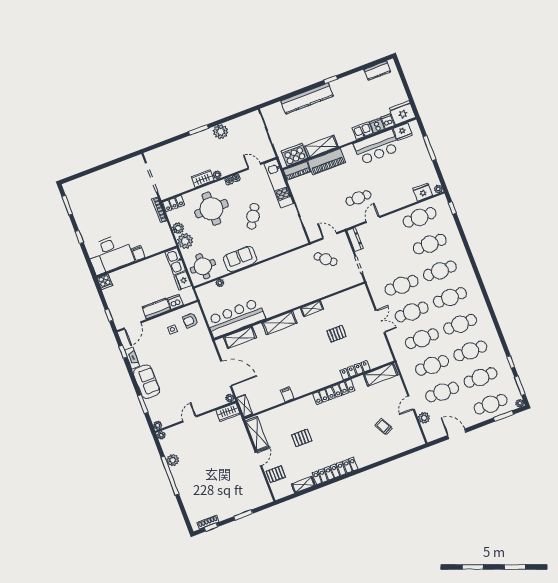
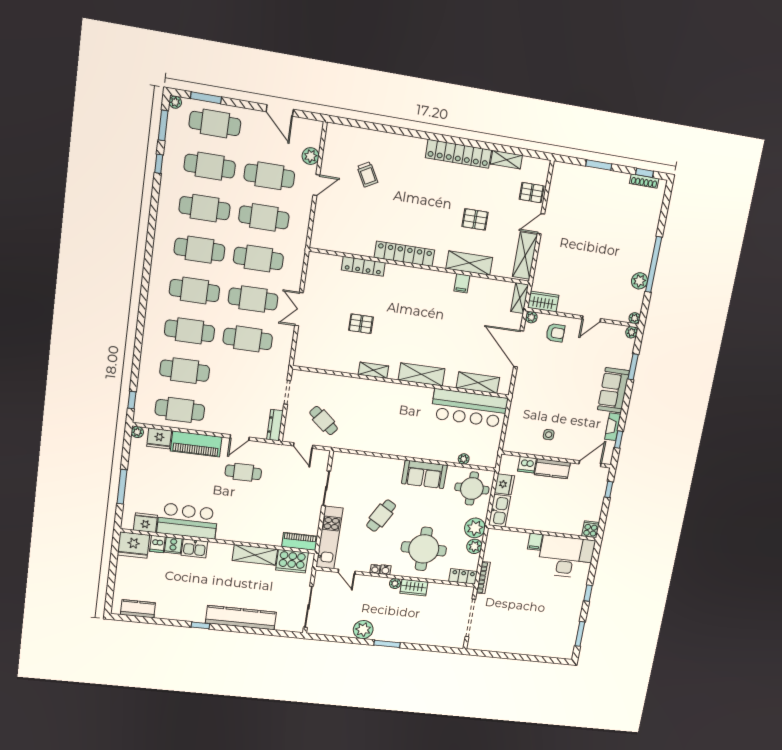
piano: (327, 162) -> (196, 444), moved, turned 180
armchair: (190, 320) -> (555, 333), moved
shelving: (381, 375) -> (469, 263), moved

